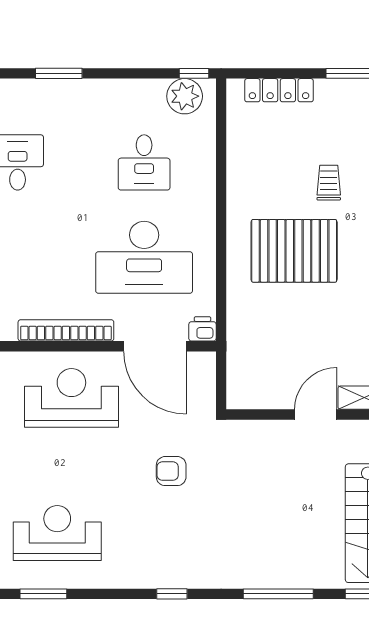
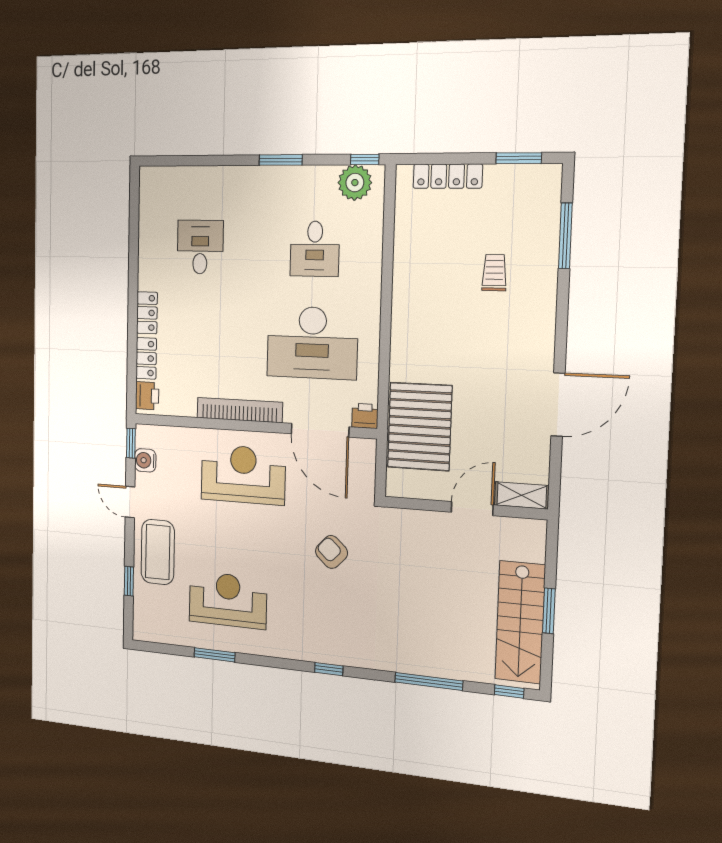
window: (59, 73) -> (281, 160), moved
pallet: (294, 251) -> (420, 427), moved, turned 90
armchair: (171, 471) -> (331, 552), turned 43

